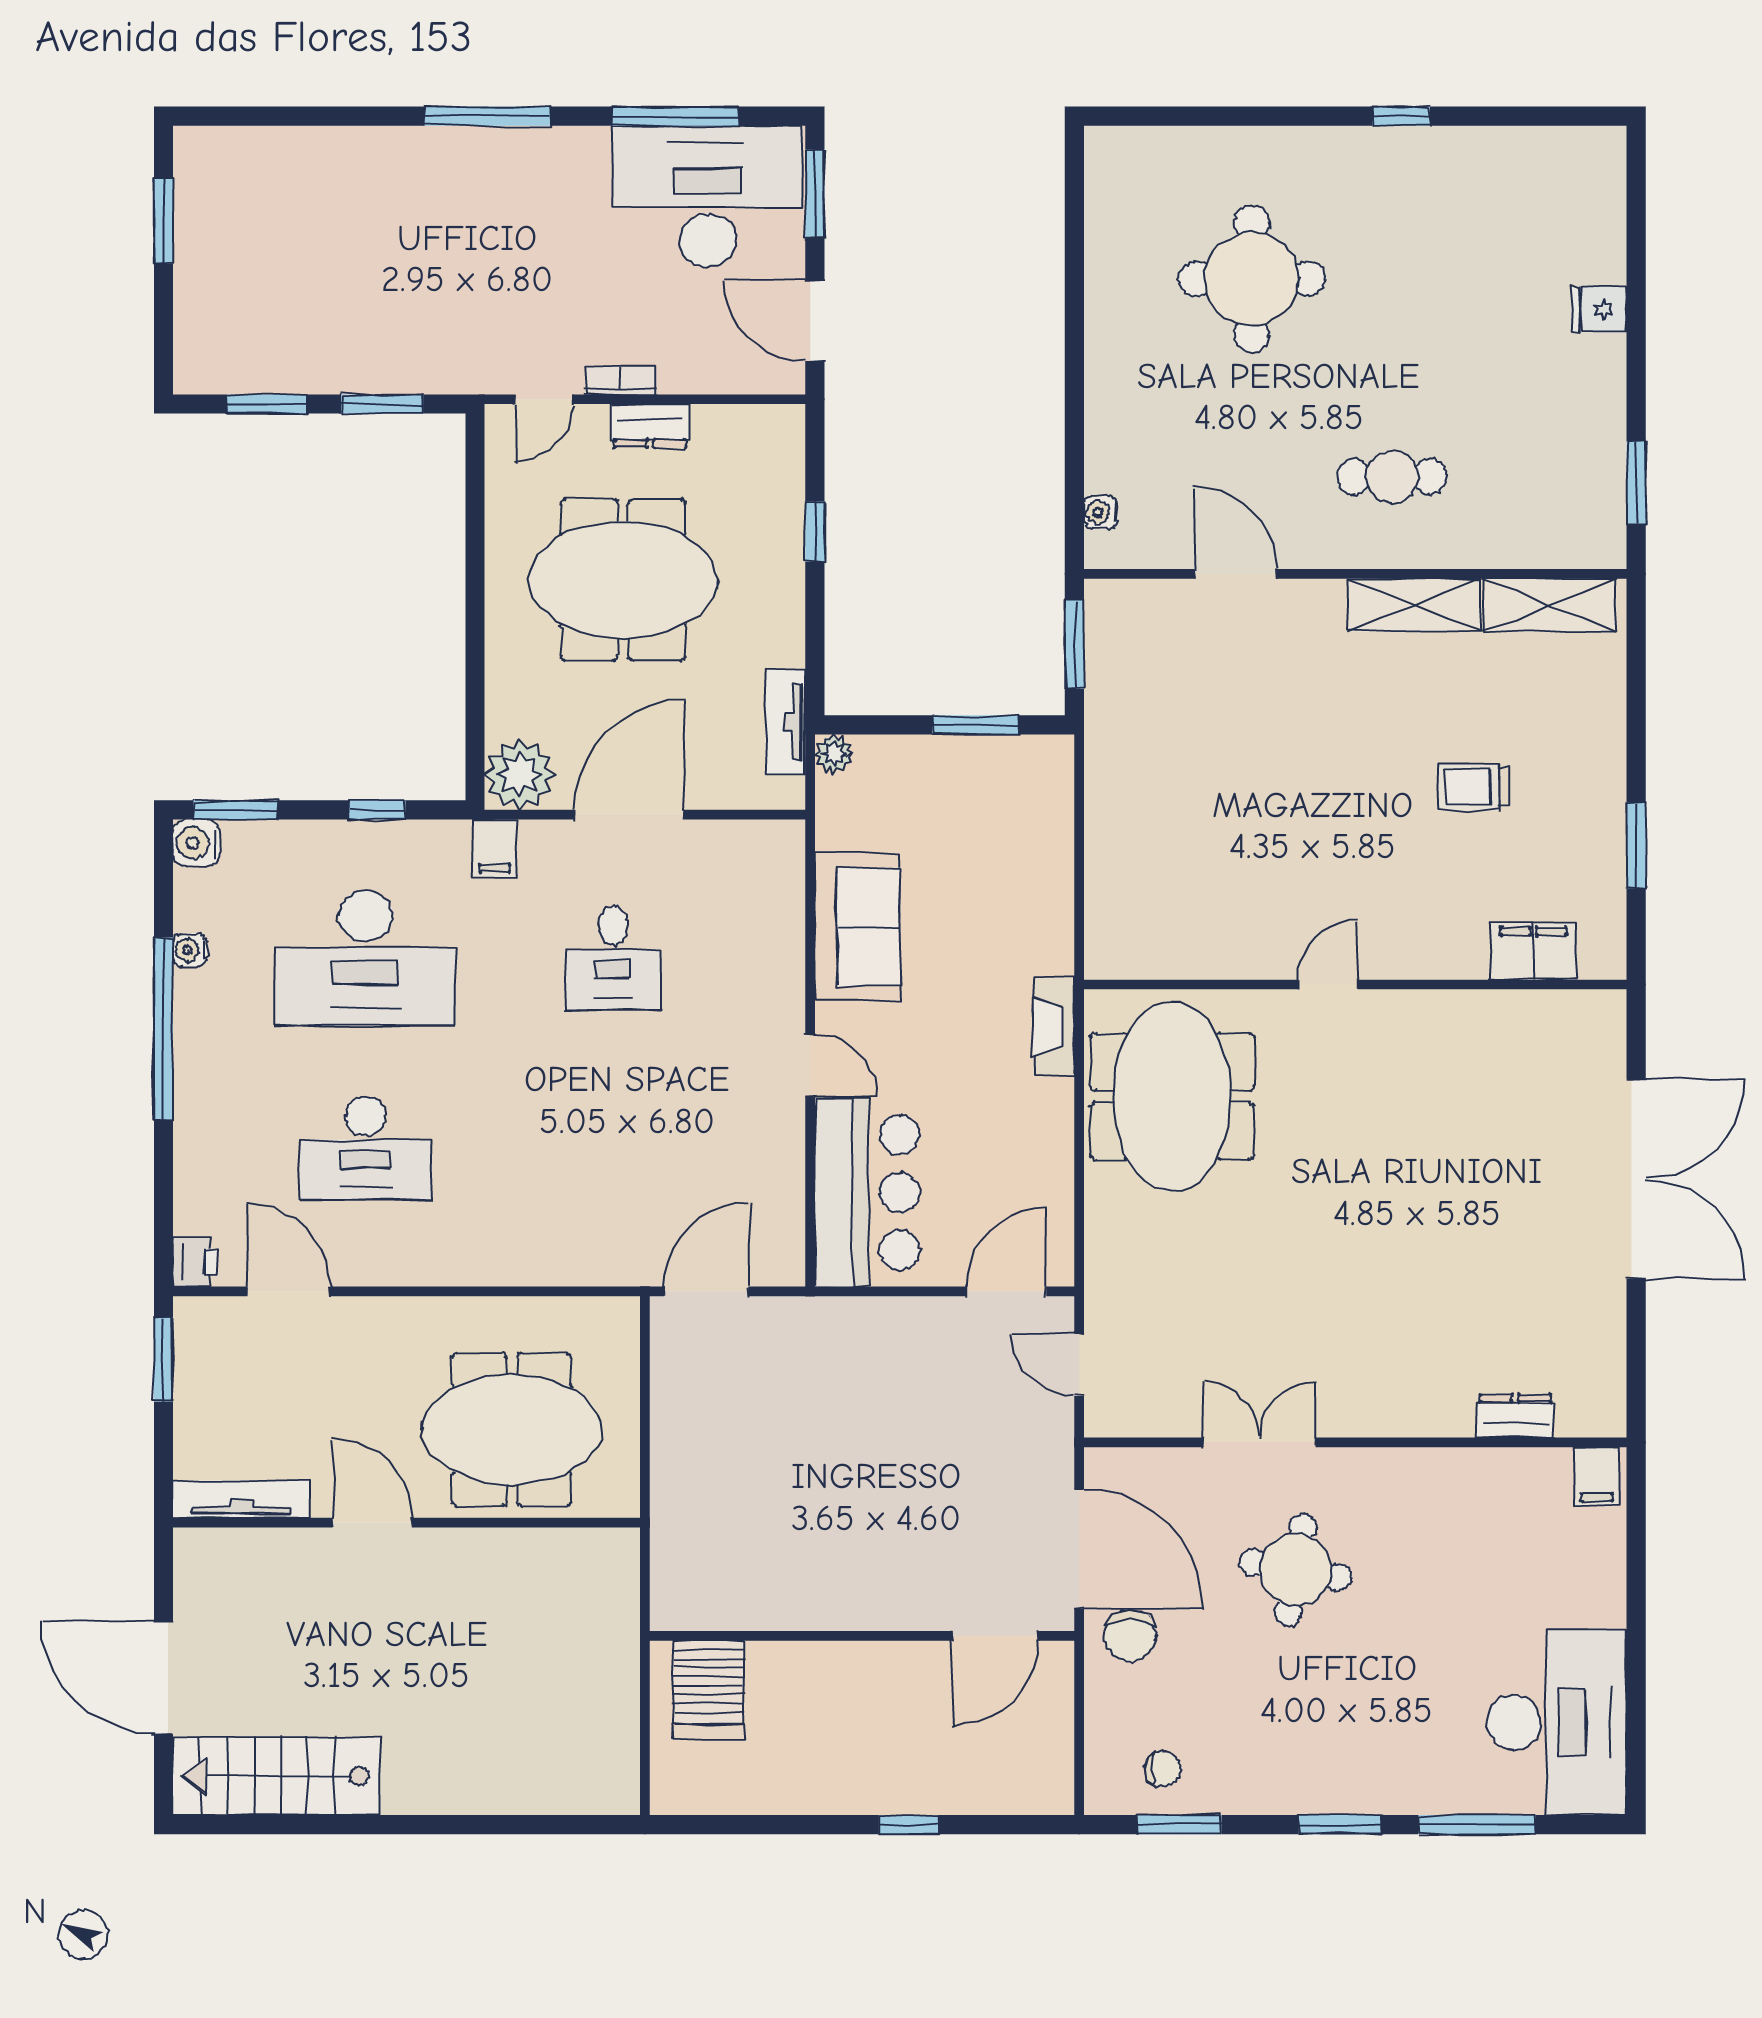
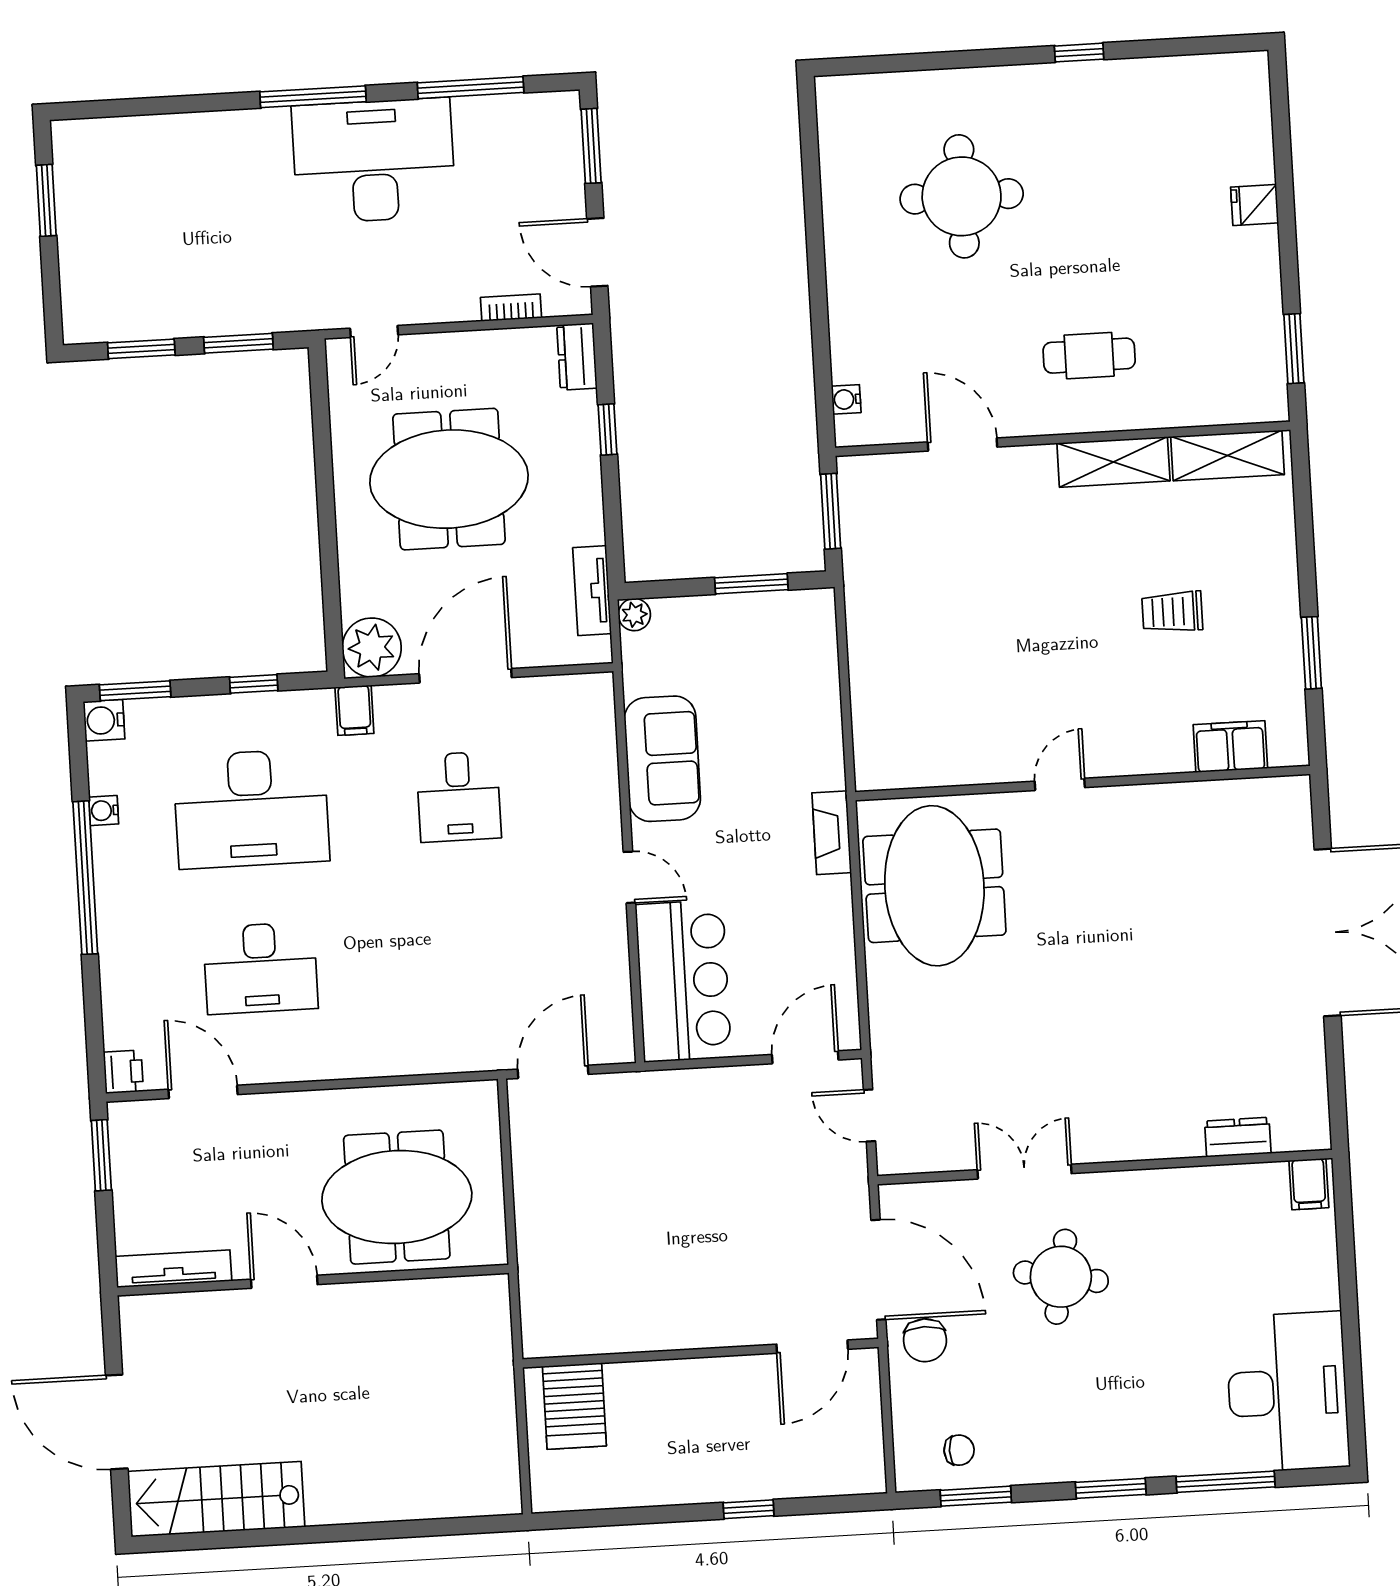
desk: (707, 196) -> (374, 161), moved
bookcase: (621, 380) -> (511, 308), moved
dresser: (650, 426) -> (577, 357), moved, turned 90

